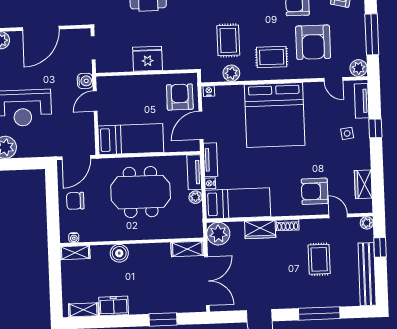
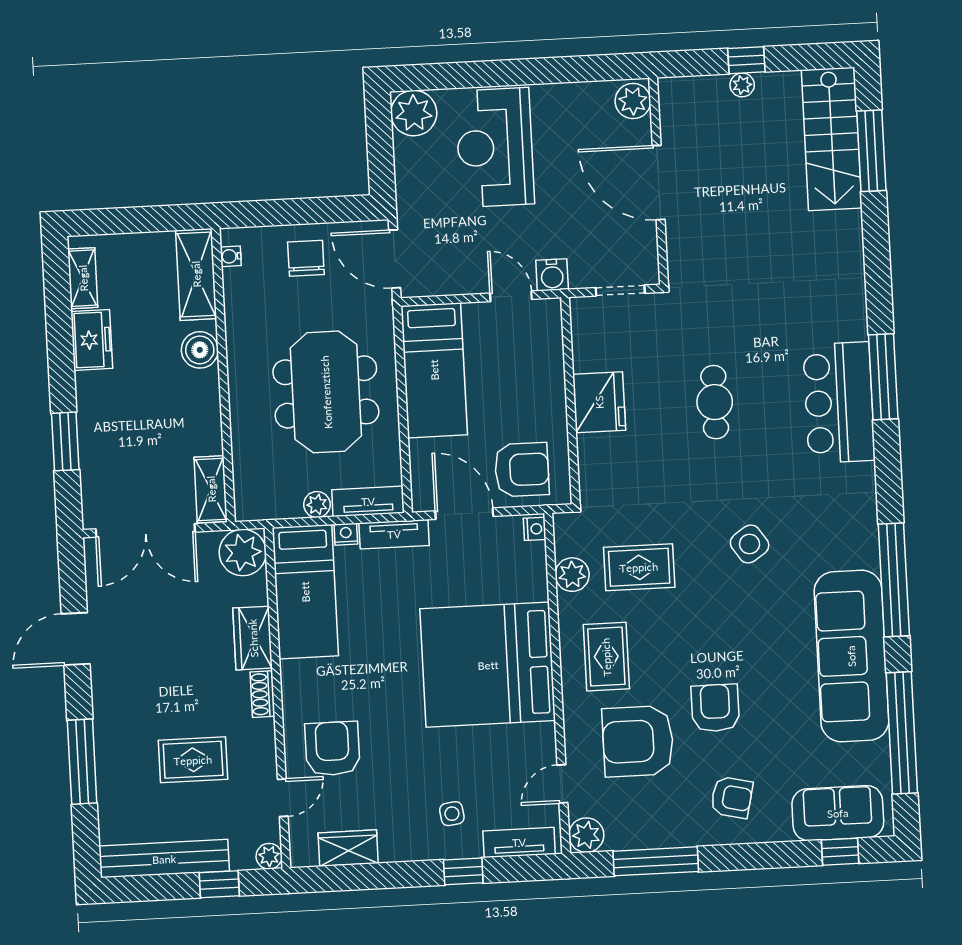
shelving: (75, 253) -> (196, 274), width x1.50, depth x1.33

